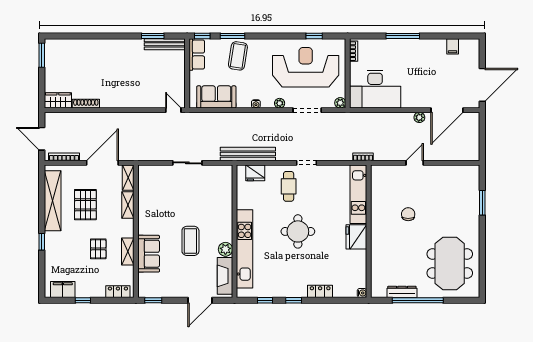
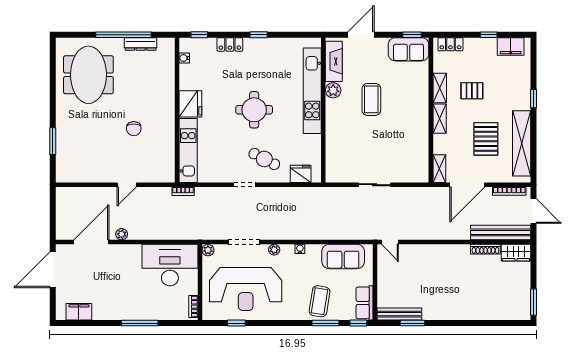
filing cabinet: (453, 46) -> (79, 312), width x2.00
bench: (248, 154) -> (501, 232), moved
cafe table: (289, 186) -> (264, 159), turned -62
shelving: (128, 205) -> (440, 119), moved
pallet: (98, 249) -> (472, 91), turned 90
sofa: (149, 254) -> (408, 49), moved, turned -90
water cooler: (362, 293) -> (184, 58), moved
window: (265, 300) -> (199, 35), moved

